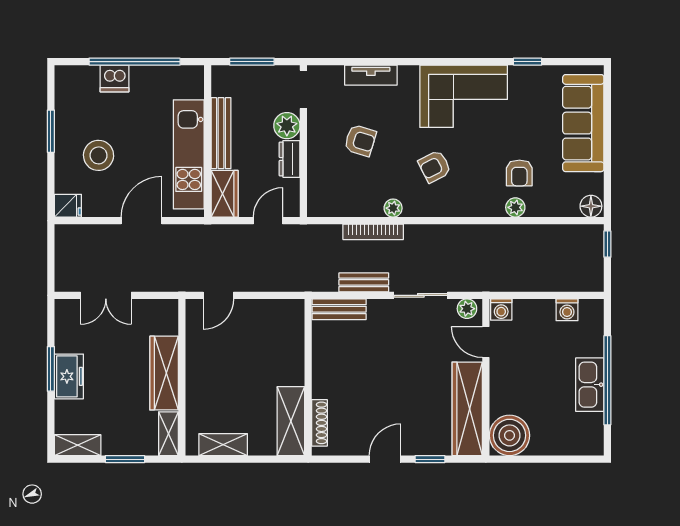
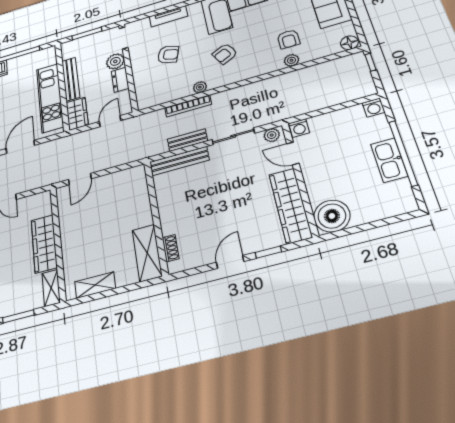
bench: (339, 309) -> (179, 161), width x1.36
washing machine: (567, 310) -> (373, 108), moved
shoe rack: (319, 423) -> (171, 248), width x0.70

